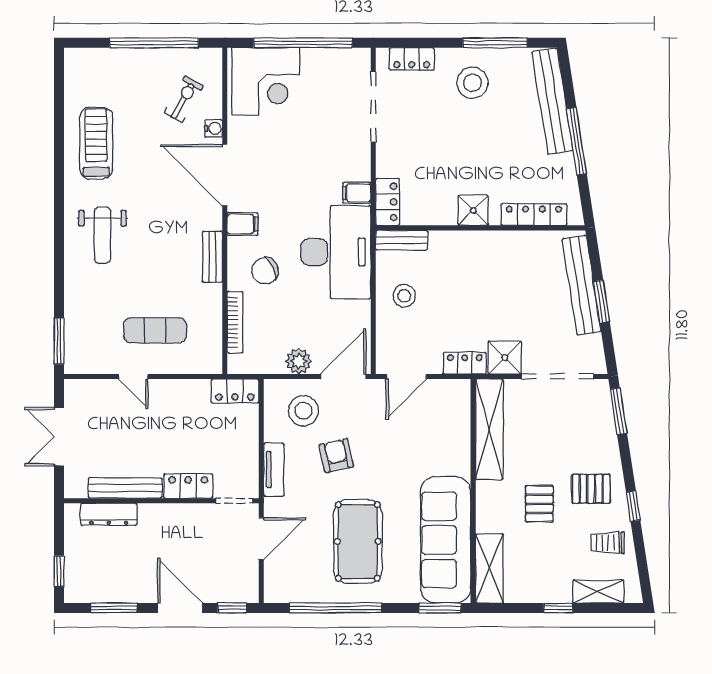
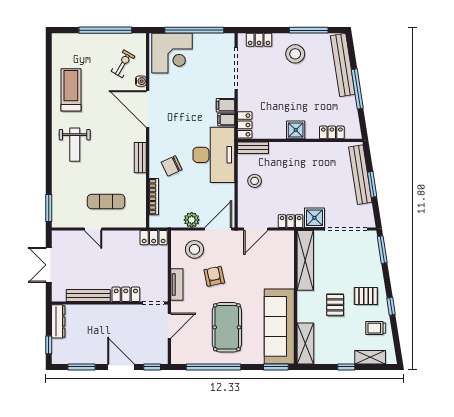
locker: (534, 215) -> (332, 132), width x0.66
filing cabinet: (243, 224) -> (225, 105), moved, turned 180
dresser: (109, 514) -> (58, 321), moved, turned -90

